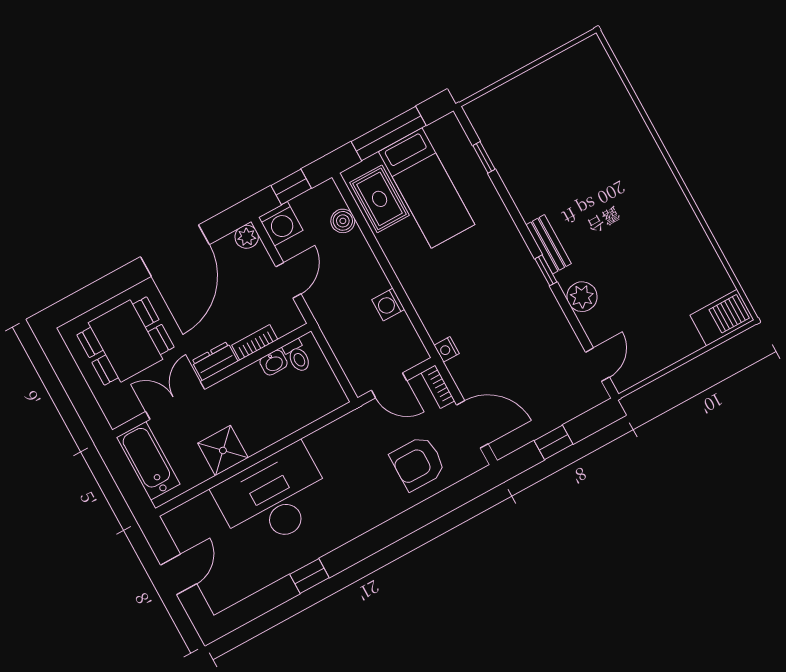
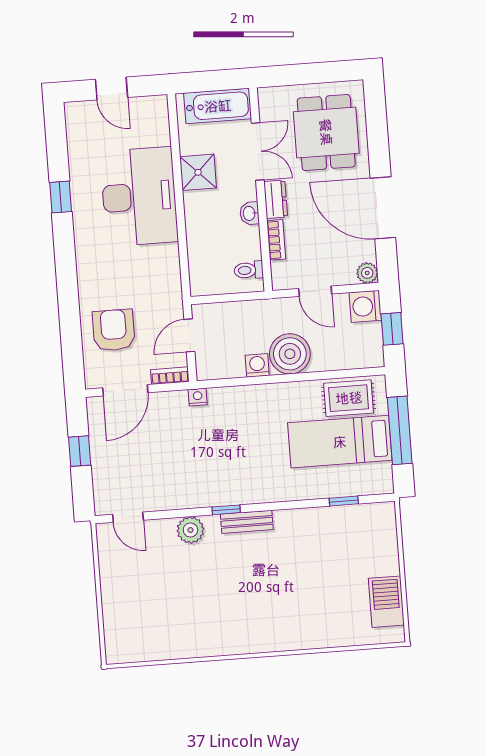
boiler: (343, 221) -> (290, 354), moved, width x1.86, depth x1.86
barbecue: (722, 318) -> (386, 602), moved, turned 180
washbasin: (274, 363) -> (250, 213), moved

